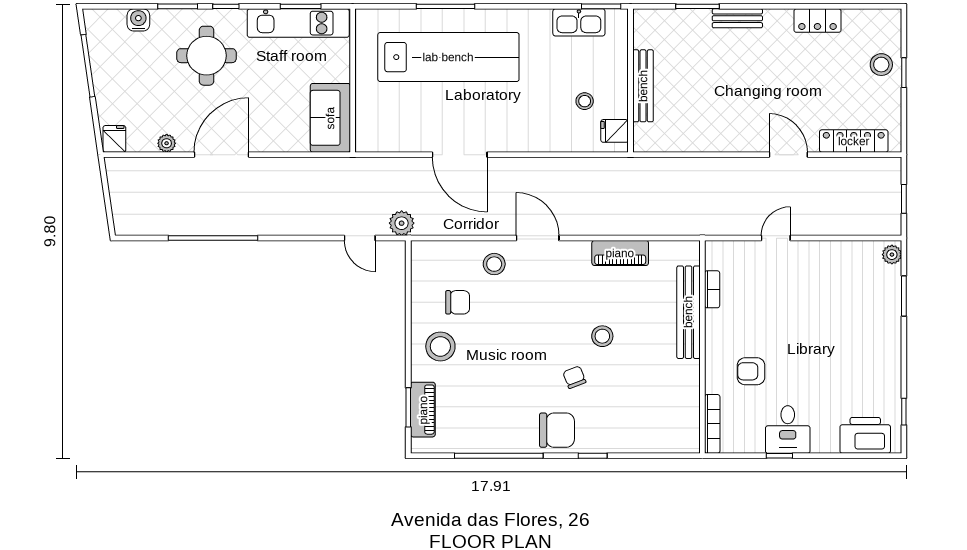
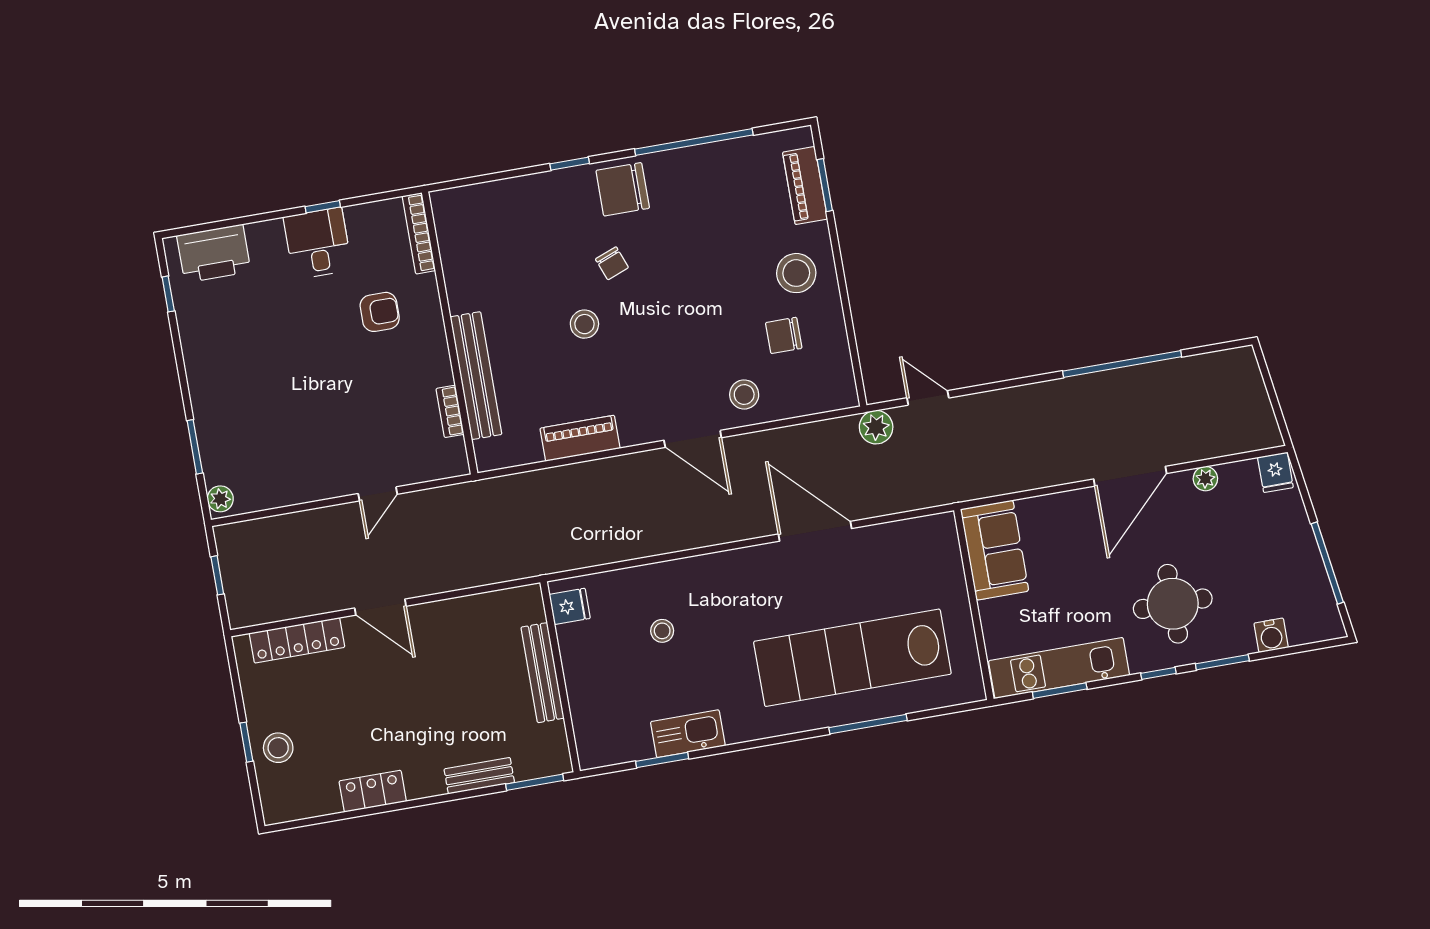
wall: (631, 81) -> (560, 677), moved
bench: (643, 86) -> (542, 673), moved
fridge: (615, 131) -> (570, 606), moved

